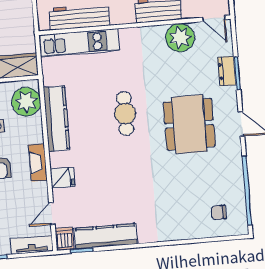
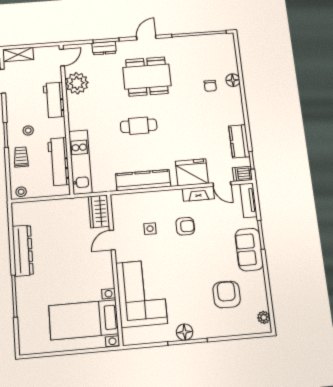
plant: (26, 102) -> (129, 205), removed
fireplace: (38, 163) -> (198, 194), moved
fridge: (62, 178) -> (192, 172), width x1.88, depth x1.34
chair: (219, 212) -> (210, 86), moved
floor lamp: (185, 231) -> (233, 80), added
kitchen counter: (106, 236) -> (239, 141), width x0.67

